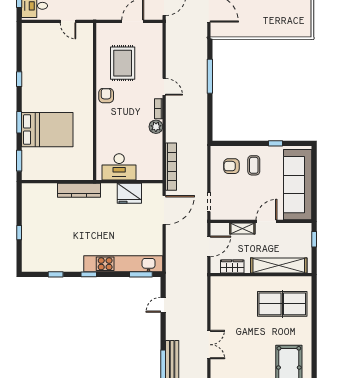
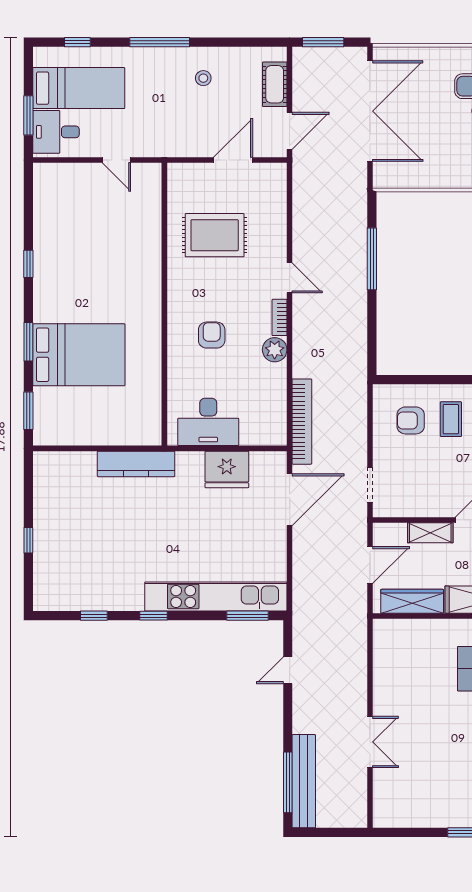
rug: (123, 63) -> (215, 235), turned 90
armchair: (106, 96) -> (212, 335), moved
wardrobe: (232, 266) -> (412, 601), width x1.50

